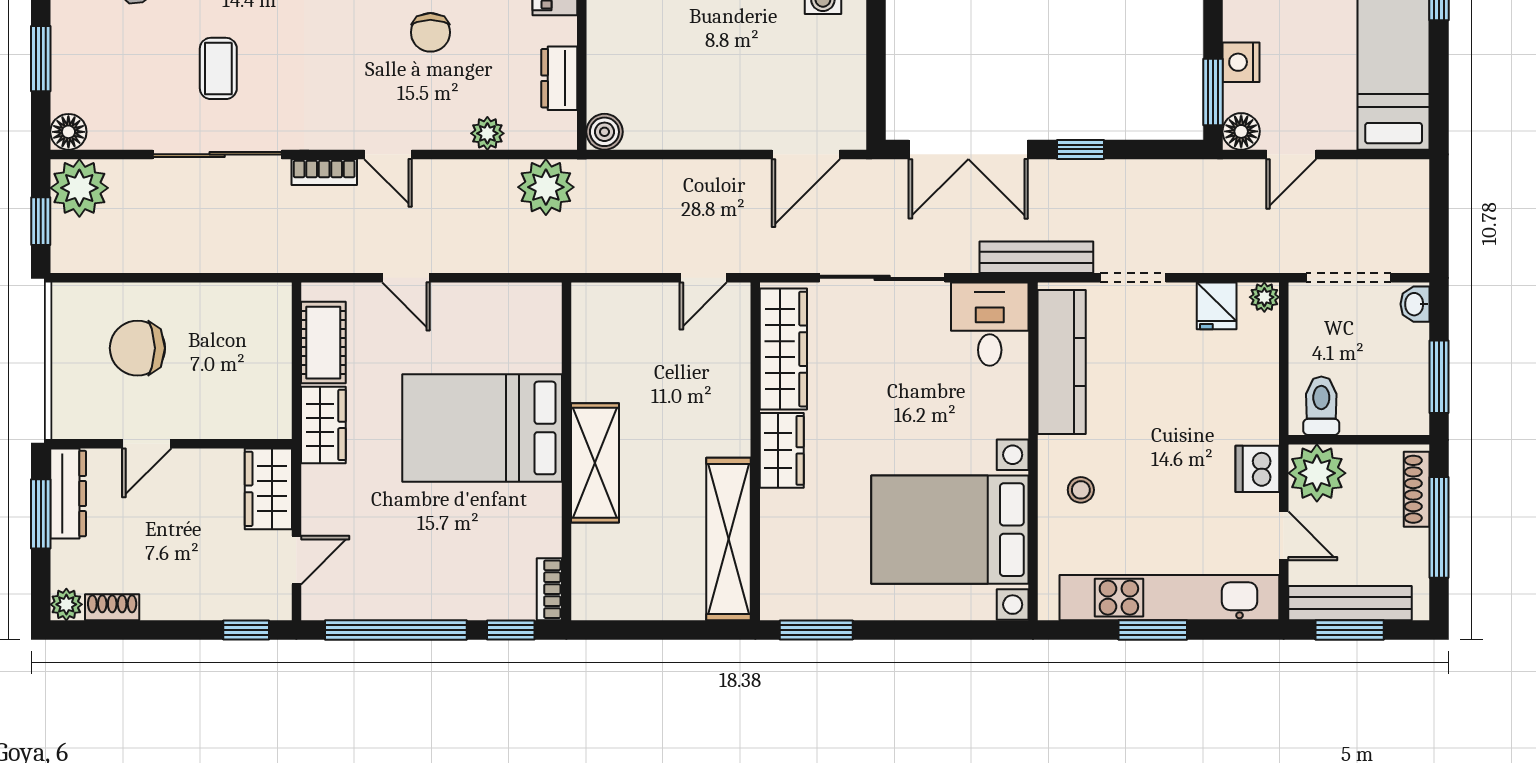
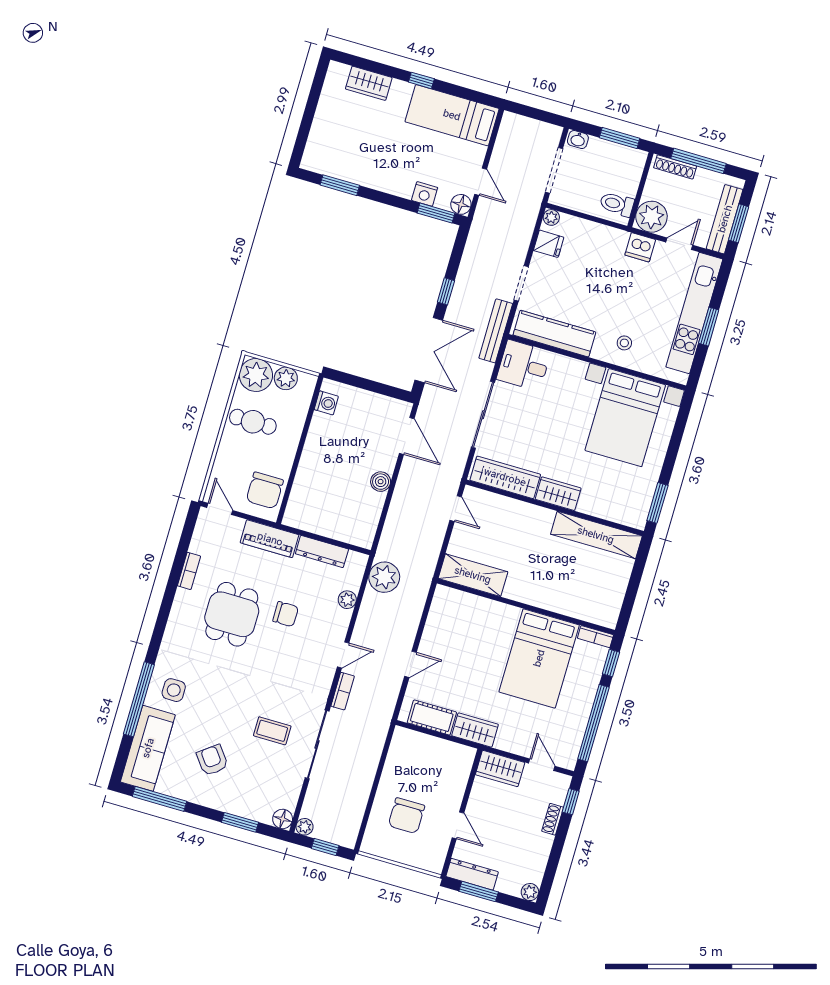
dresser: (559, 78) -> (322, 551), width x1.44
boiler: (604, 132) -> (381, 482), moved
plant: (79, 188) -> (305, 827), width x0.53, depth x0.53
bed: (482, 428) -> (539, 658), moved
shelving: (595, 463) -> (473, 575), moved
shoe rack: (112, 607) -> (553, 819), moved

